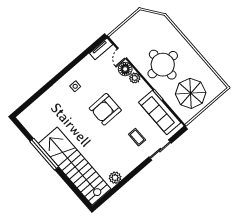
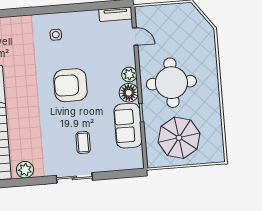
door: (122, 53) -> (135, 37), swing flipped
floor lamp: (125, 69) -> (129, 93), moved
sofa: (160, 112) -> (128, 126), width x0.73
sliding door: (160, 150) -> (74, 178), moved

